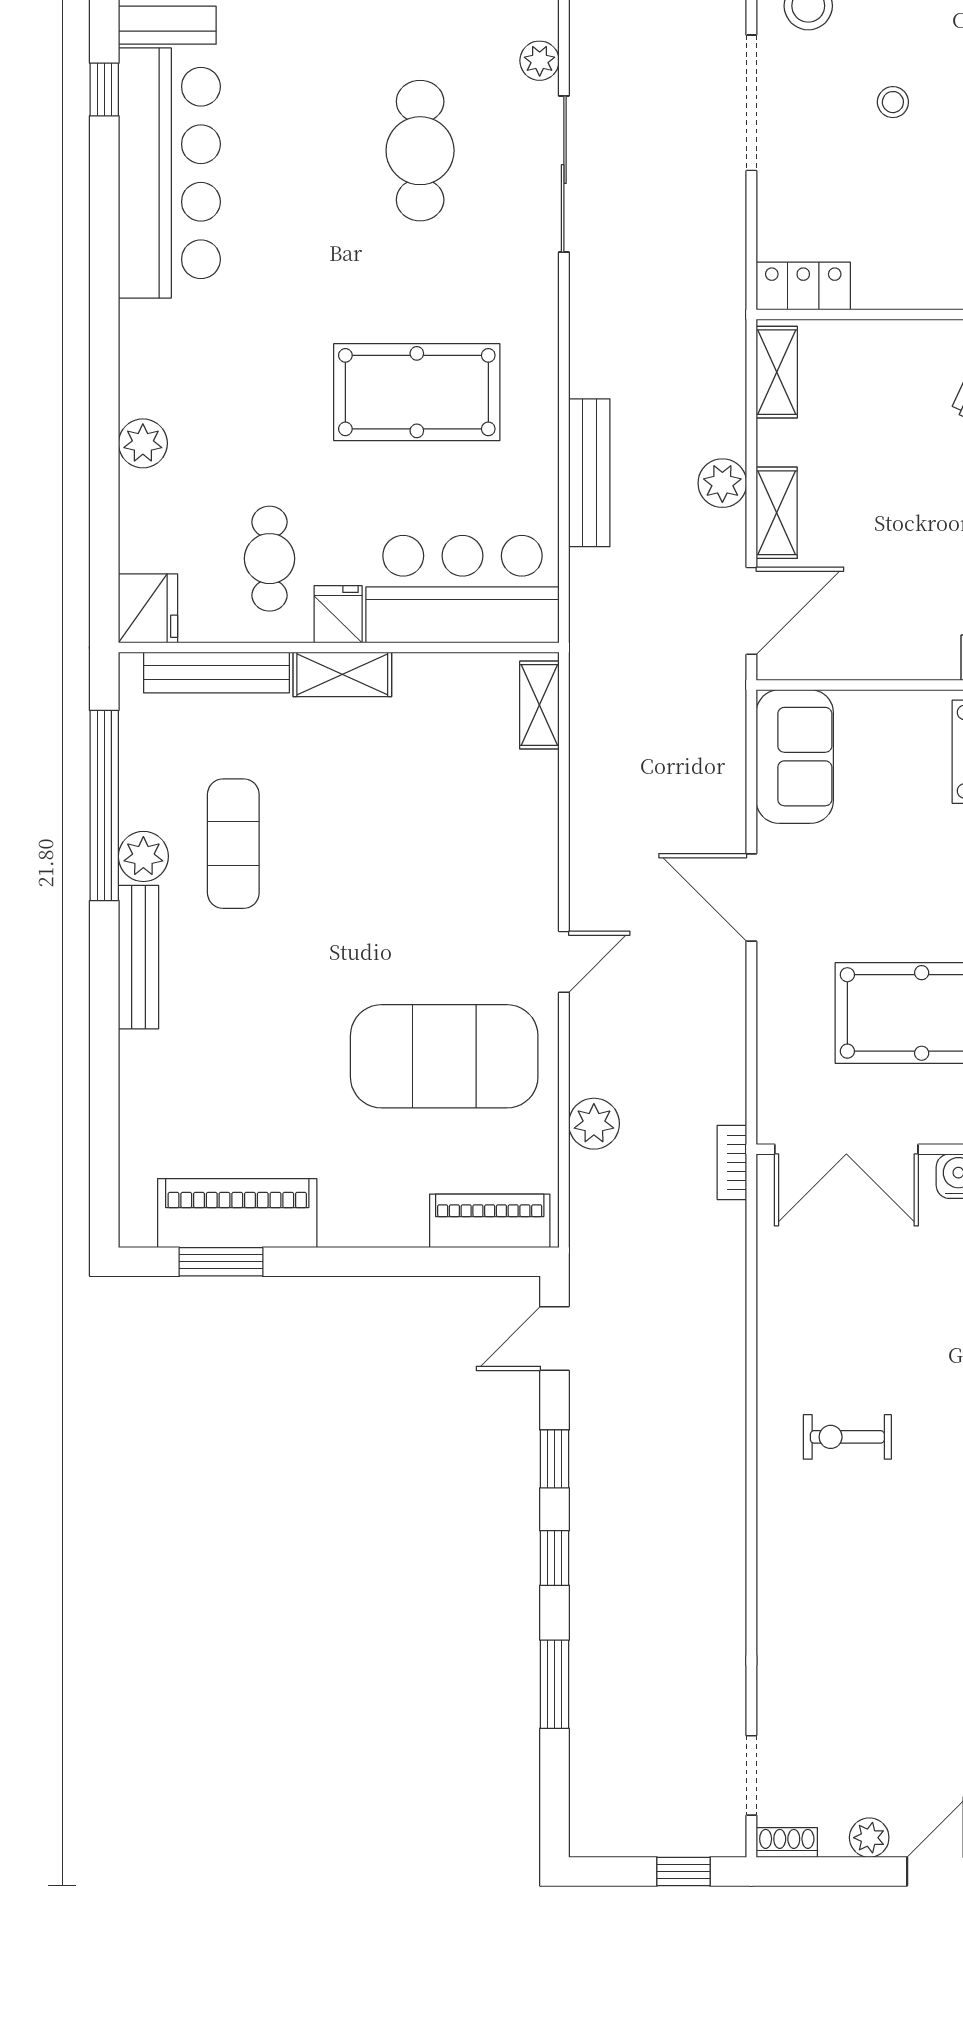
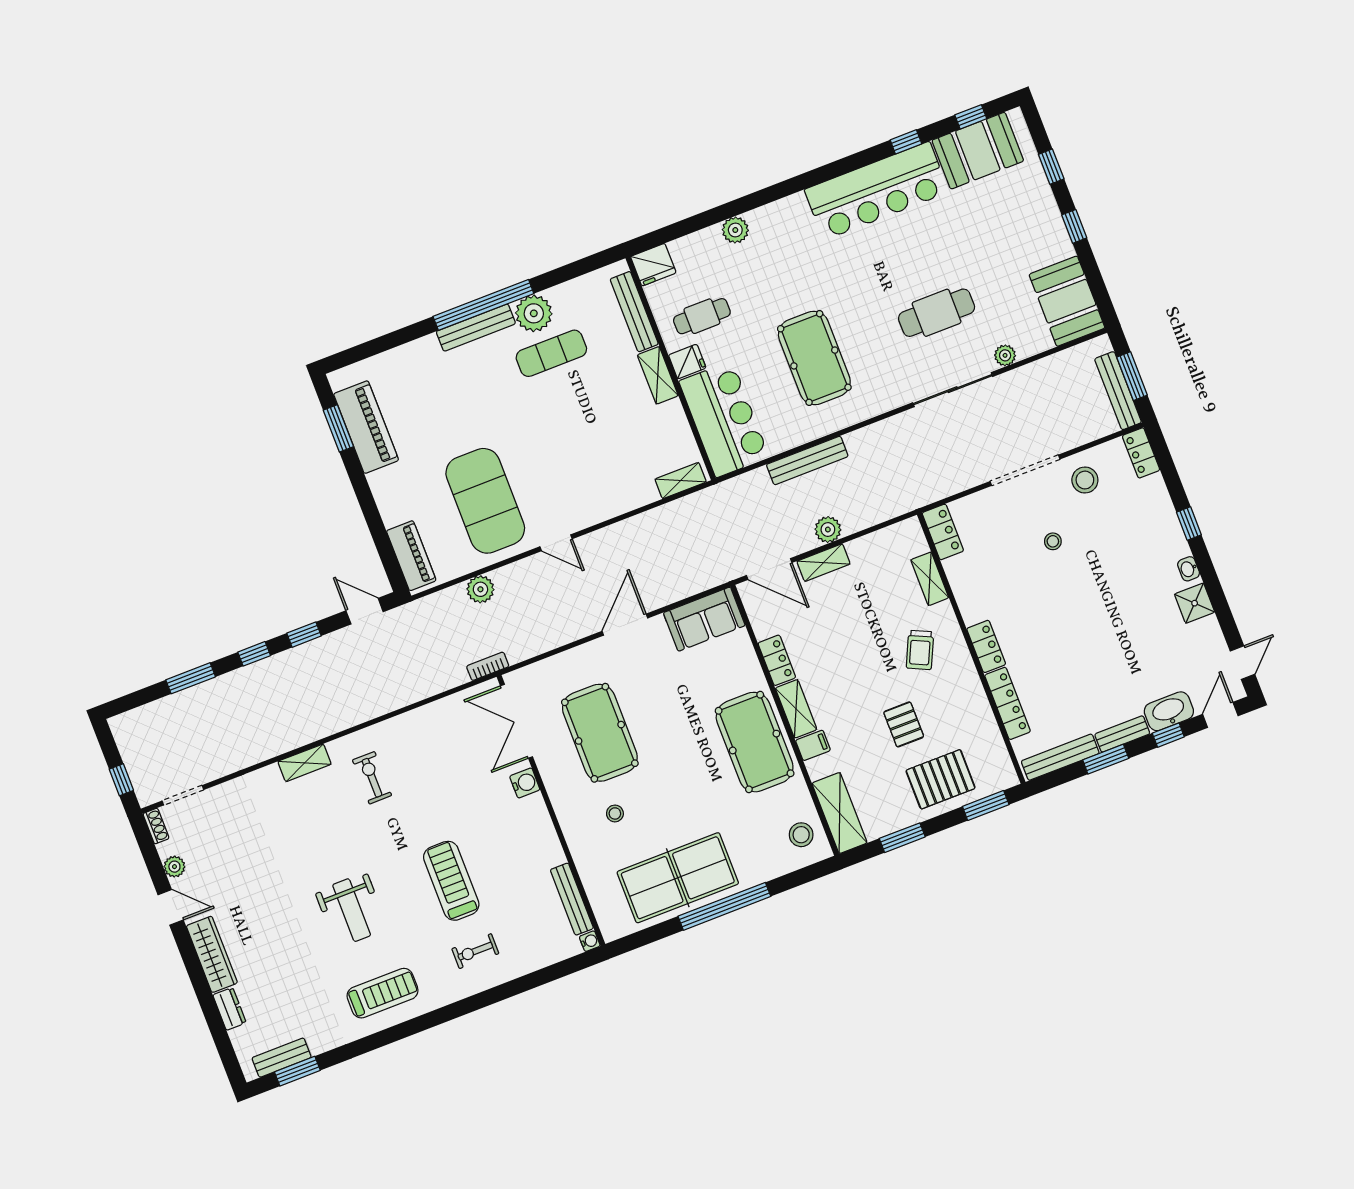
shelving: (777, 372) -> (930, 579), moved, turned 90
locker: (914, 659) -> (777, 660), added
window: (104, 806) -> (483, 305), moved
plant: (143, 856) -> (534, 313), width x1.36, depth x1.36
shelving: (777, 1544) -> (305, 763), added

